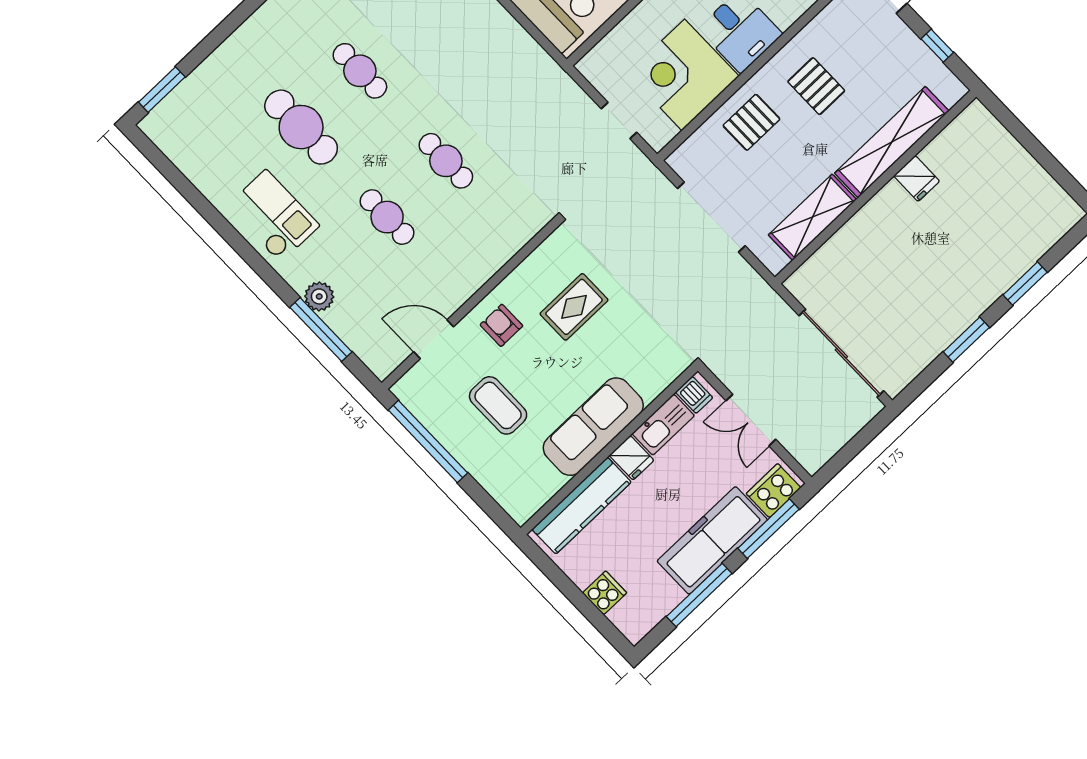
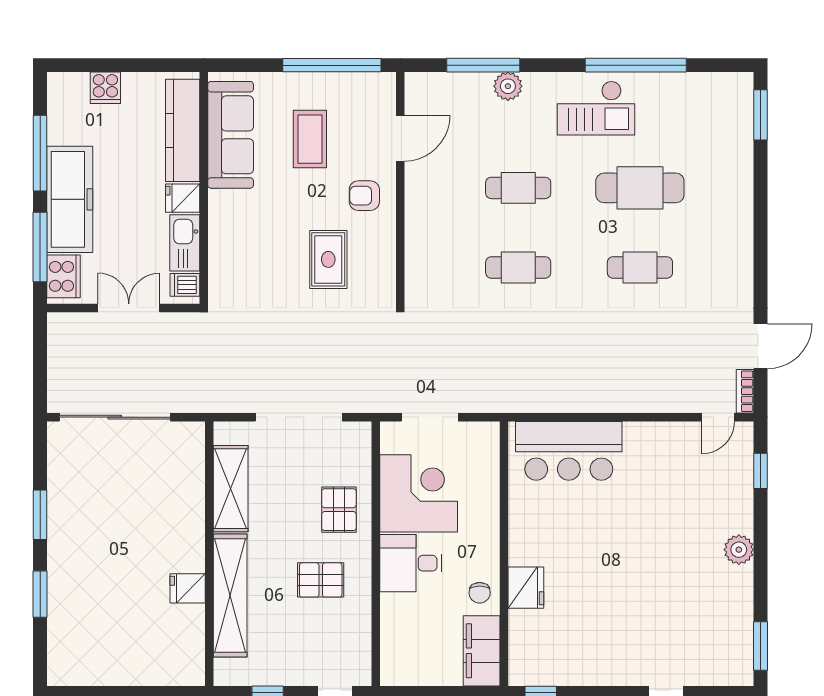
doorway: (619, 121) -> (430, 417), width x1.38
window: (213, 217) -> (636, 65), added
armchair: (501, 325) -> (364, 196), turned 180
coffee table: (498, 405) -> (310, 139), turned 90
sofa: (593, 427) -> (231, 135), moved

